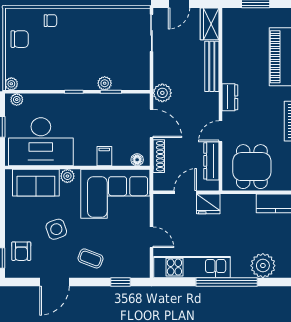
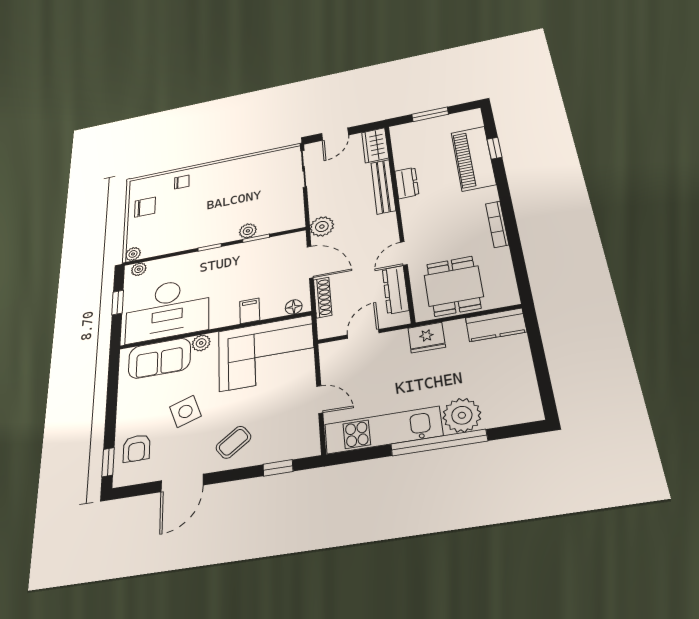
dresser: (230, 97) -> (407, 183), moved
fridge: (208, 204) -> (427, 338), moved
coffee table: (91, 258) -> (233, 442), turned -57
plant: (263, 266) -> (462, 415), moved

